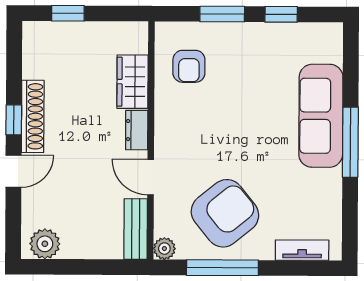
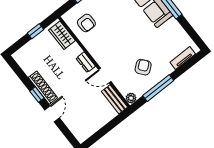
window: (68, 13) -> (35, 31), moved
wardrobe: (133, 82) -> (62, 35), moved
armchair: (225, 213) -> (143, 67), width x0.53, depth x0.53
plant: (45, 244) -> (85, 132), removed

